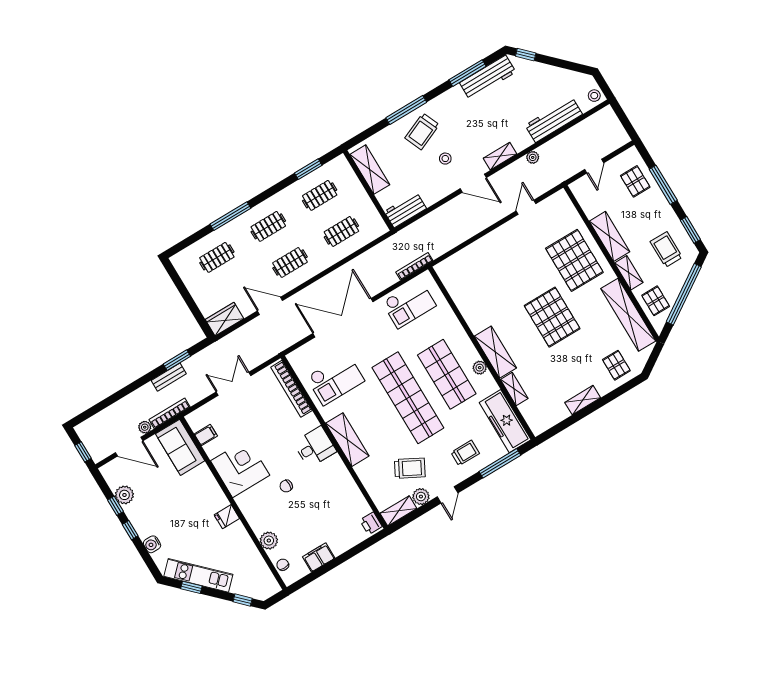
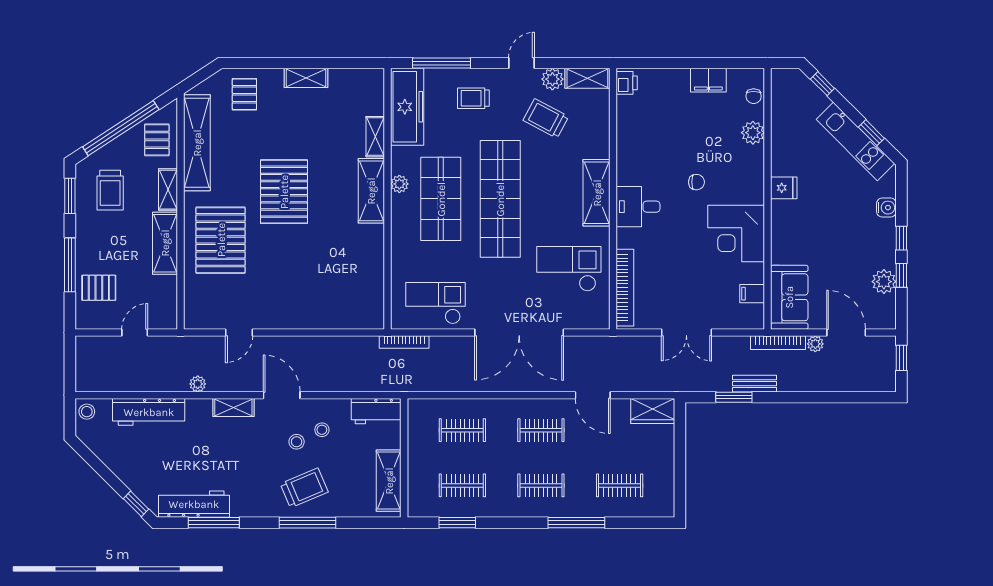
stool: (433, 176) -> (322, 430), added
pallet: (635, 181) -> (99, 288), turned 90

